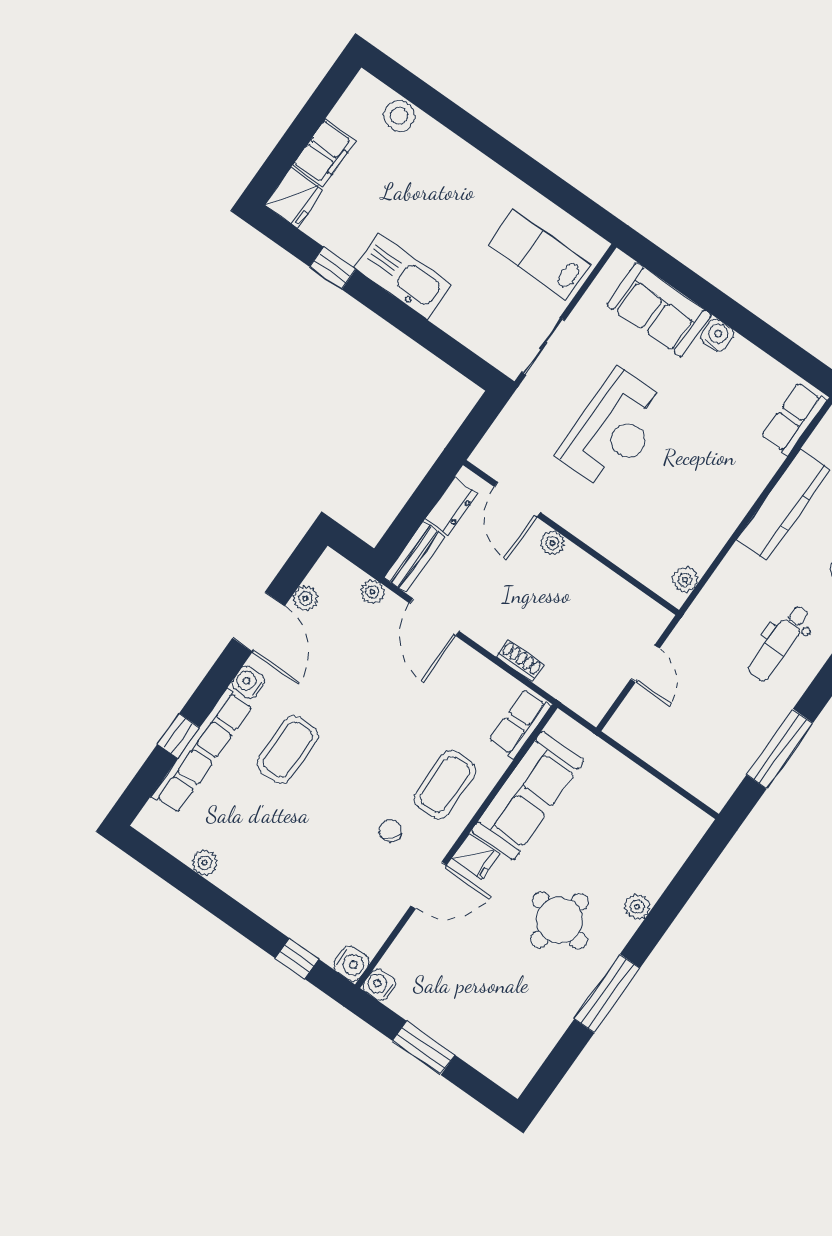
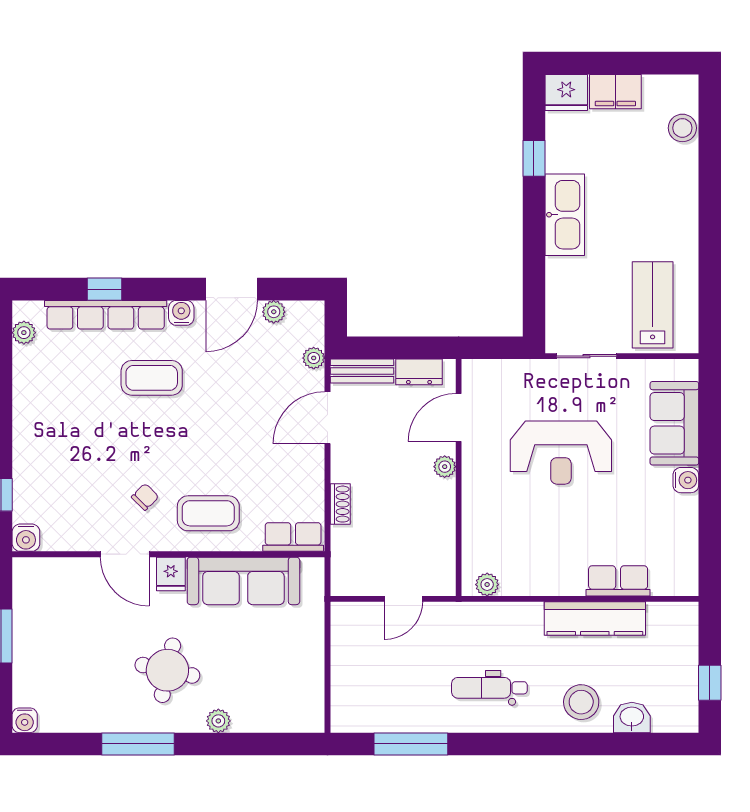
row of seats: (794, 419) -> (618, 581), moved
plant: (205, 863) -> (24, 333), moved
water cooler: (379, 985) -> (25, 720), moved, turned 180

